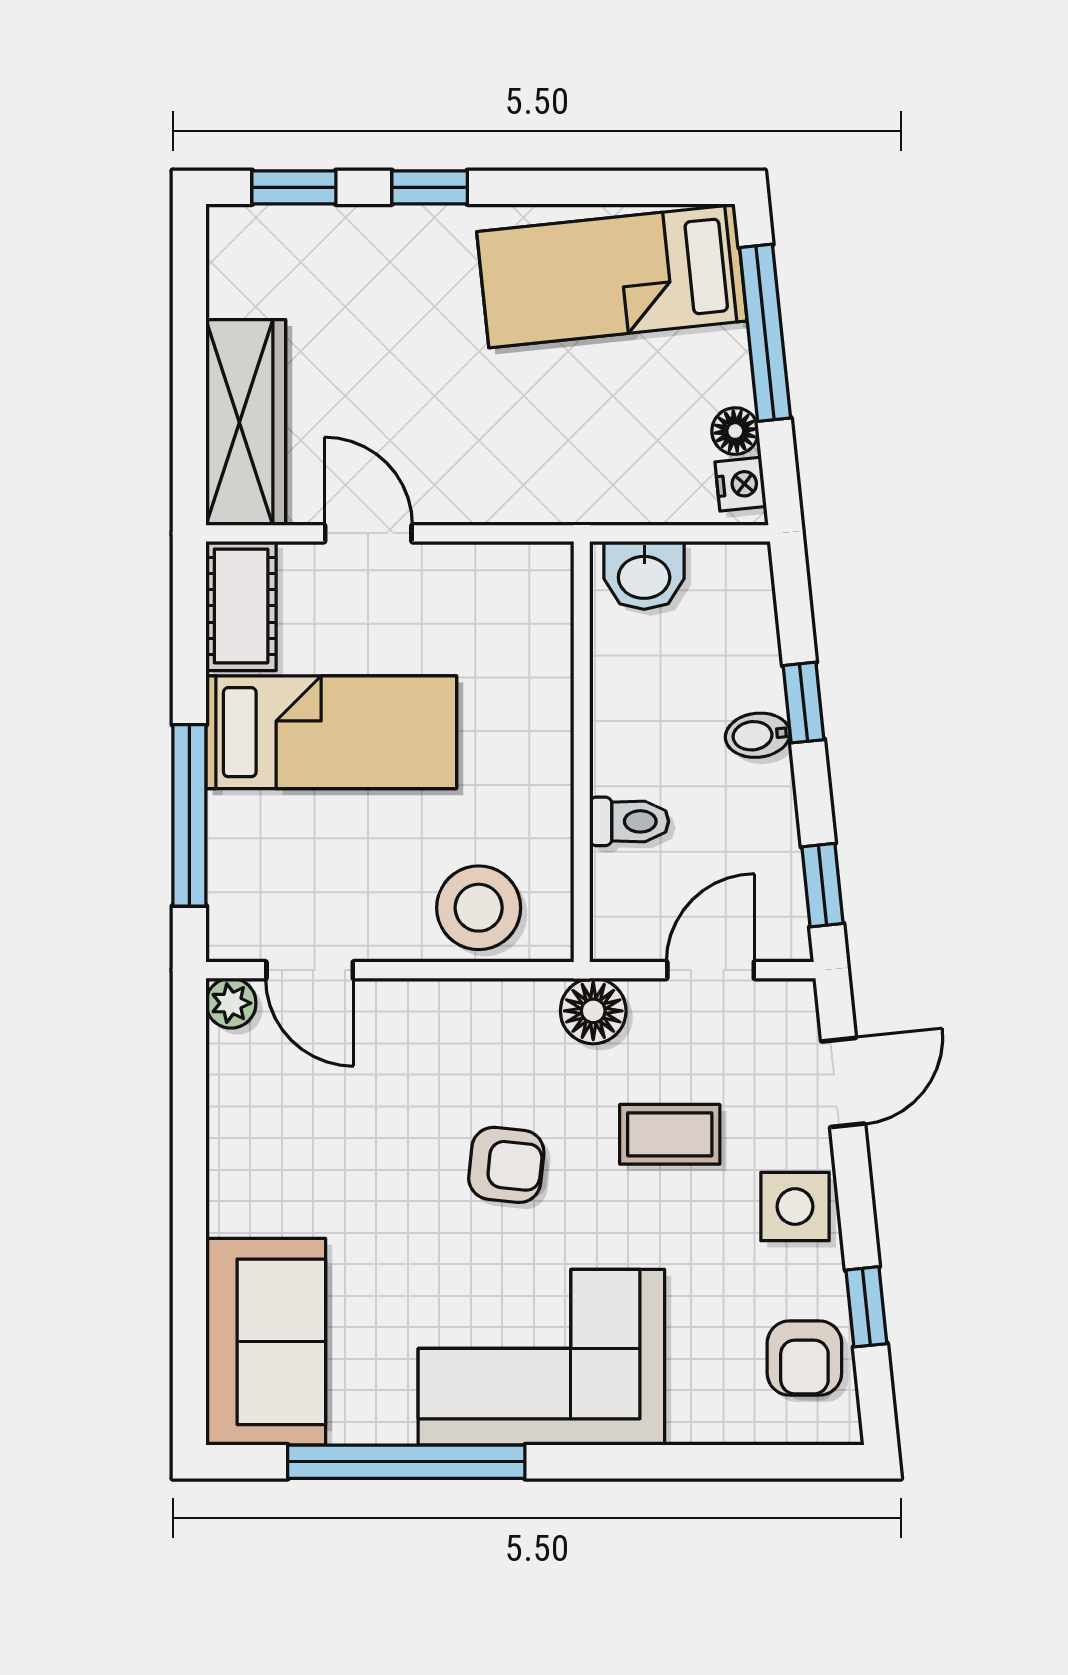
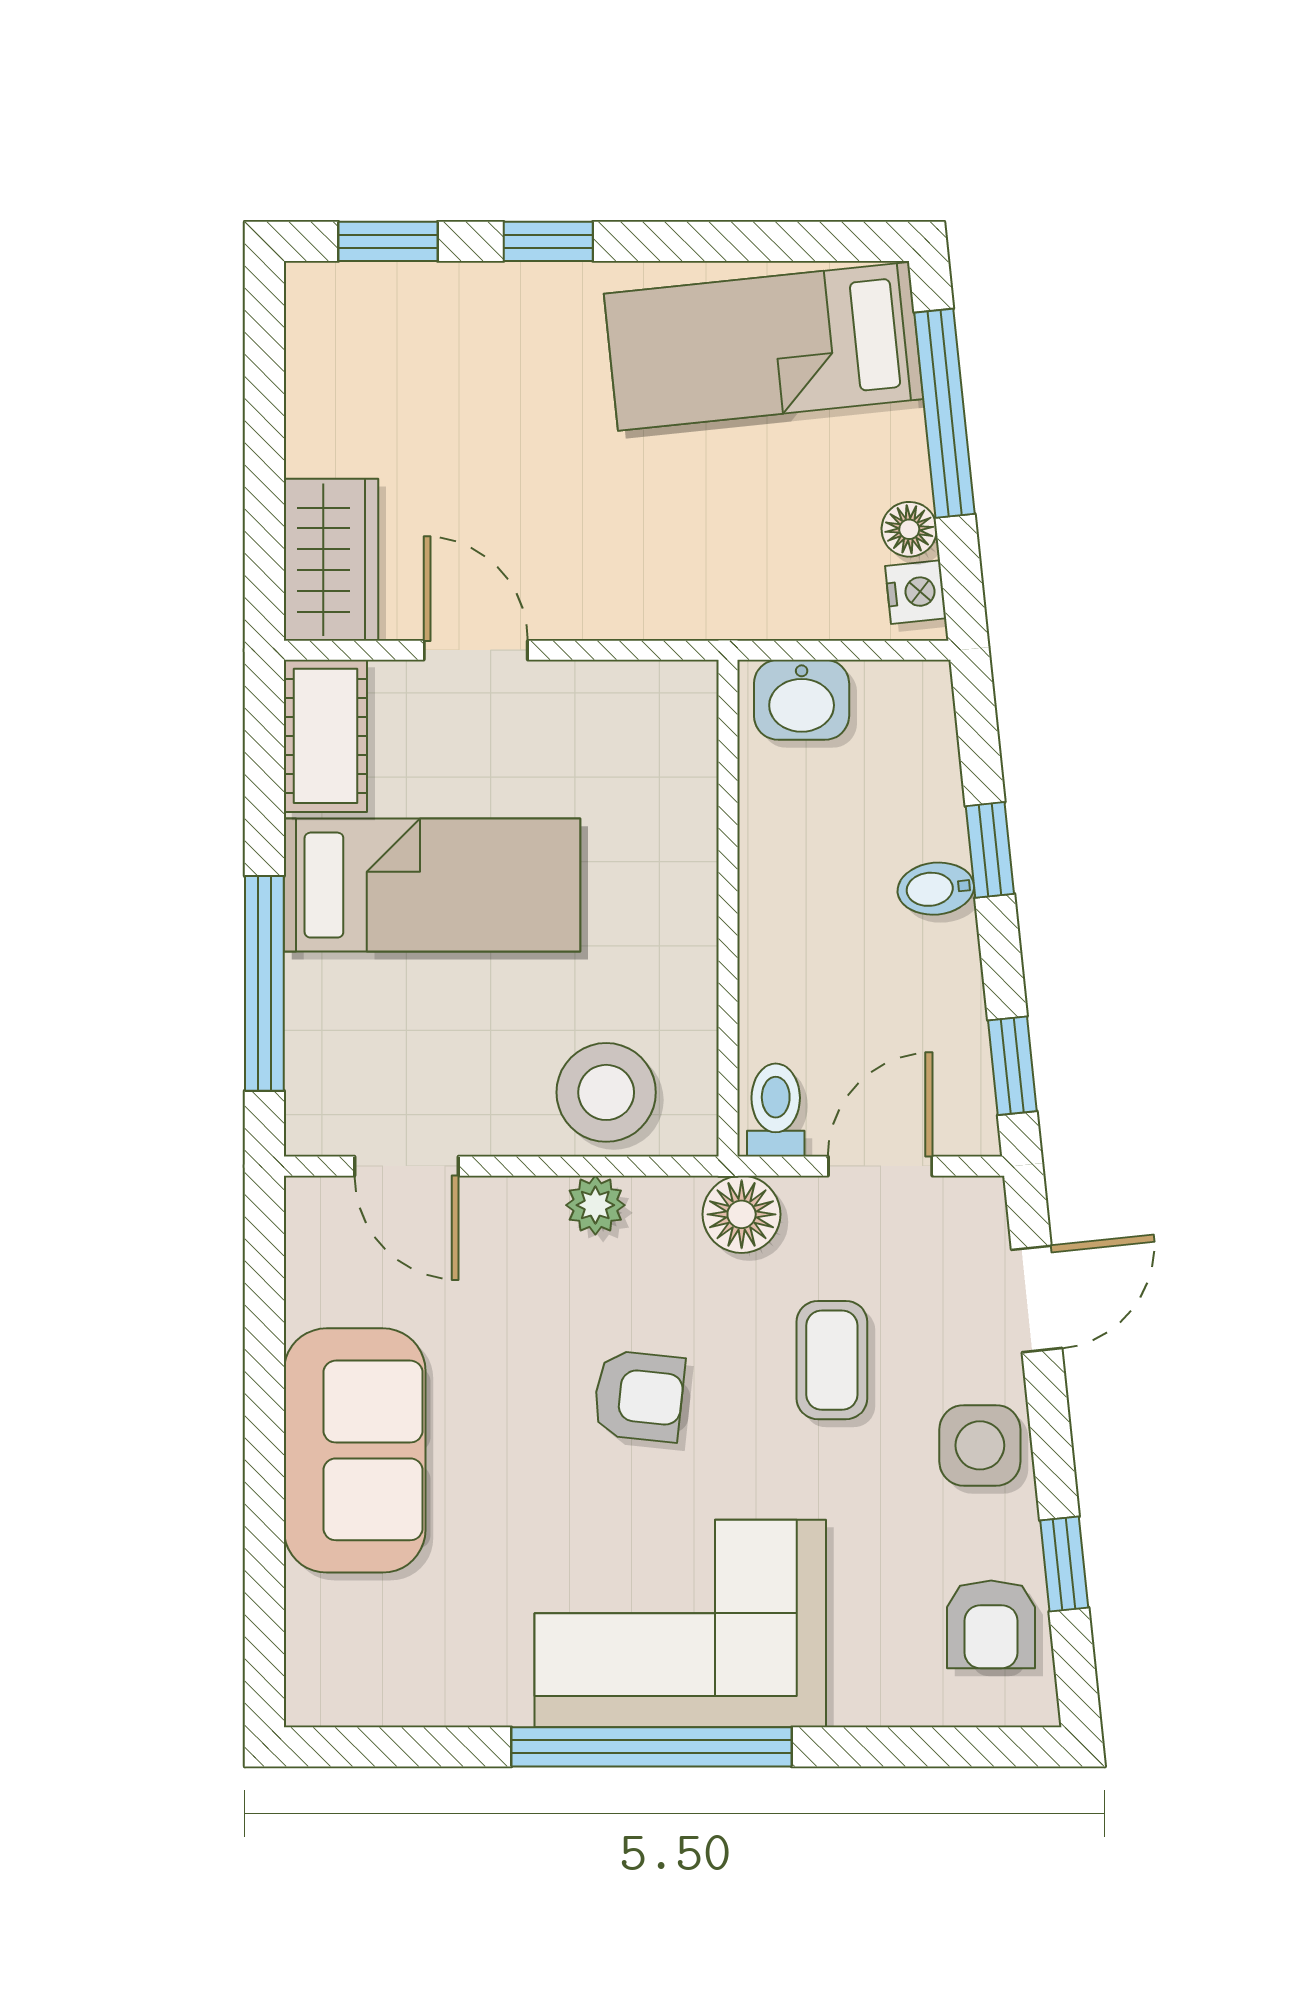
wardrobe: (246, 423) -> (331, 560), width x0.67
toilet: (629, 821) -> (776, 1110), moved, turned -90
plant: (231, 1003) -> (595, 1205), moved
coffee table: (670, 1134) -> (832, 1360), turned 90
sofa: (266, 1342) -> (355, 1450), moved
window: (406, 1462) -> (651, 1747), moved

